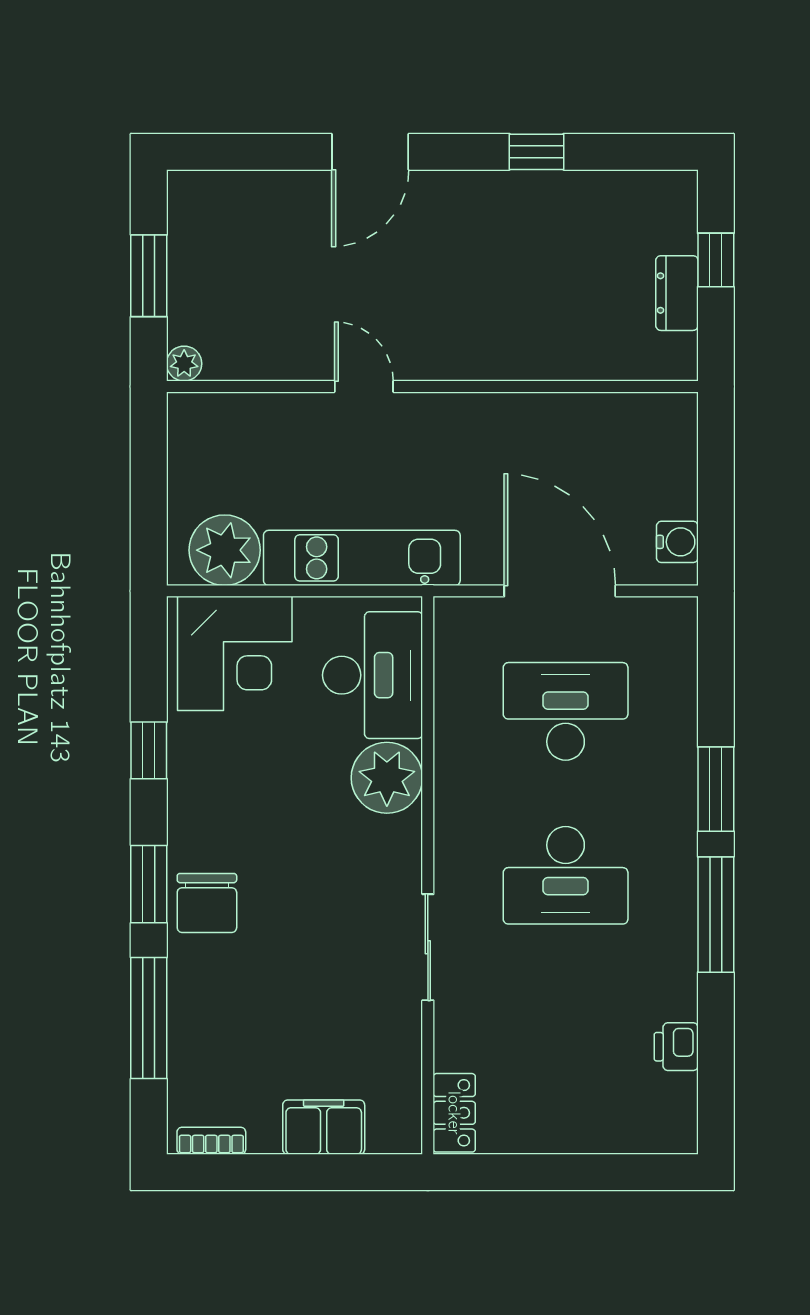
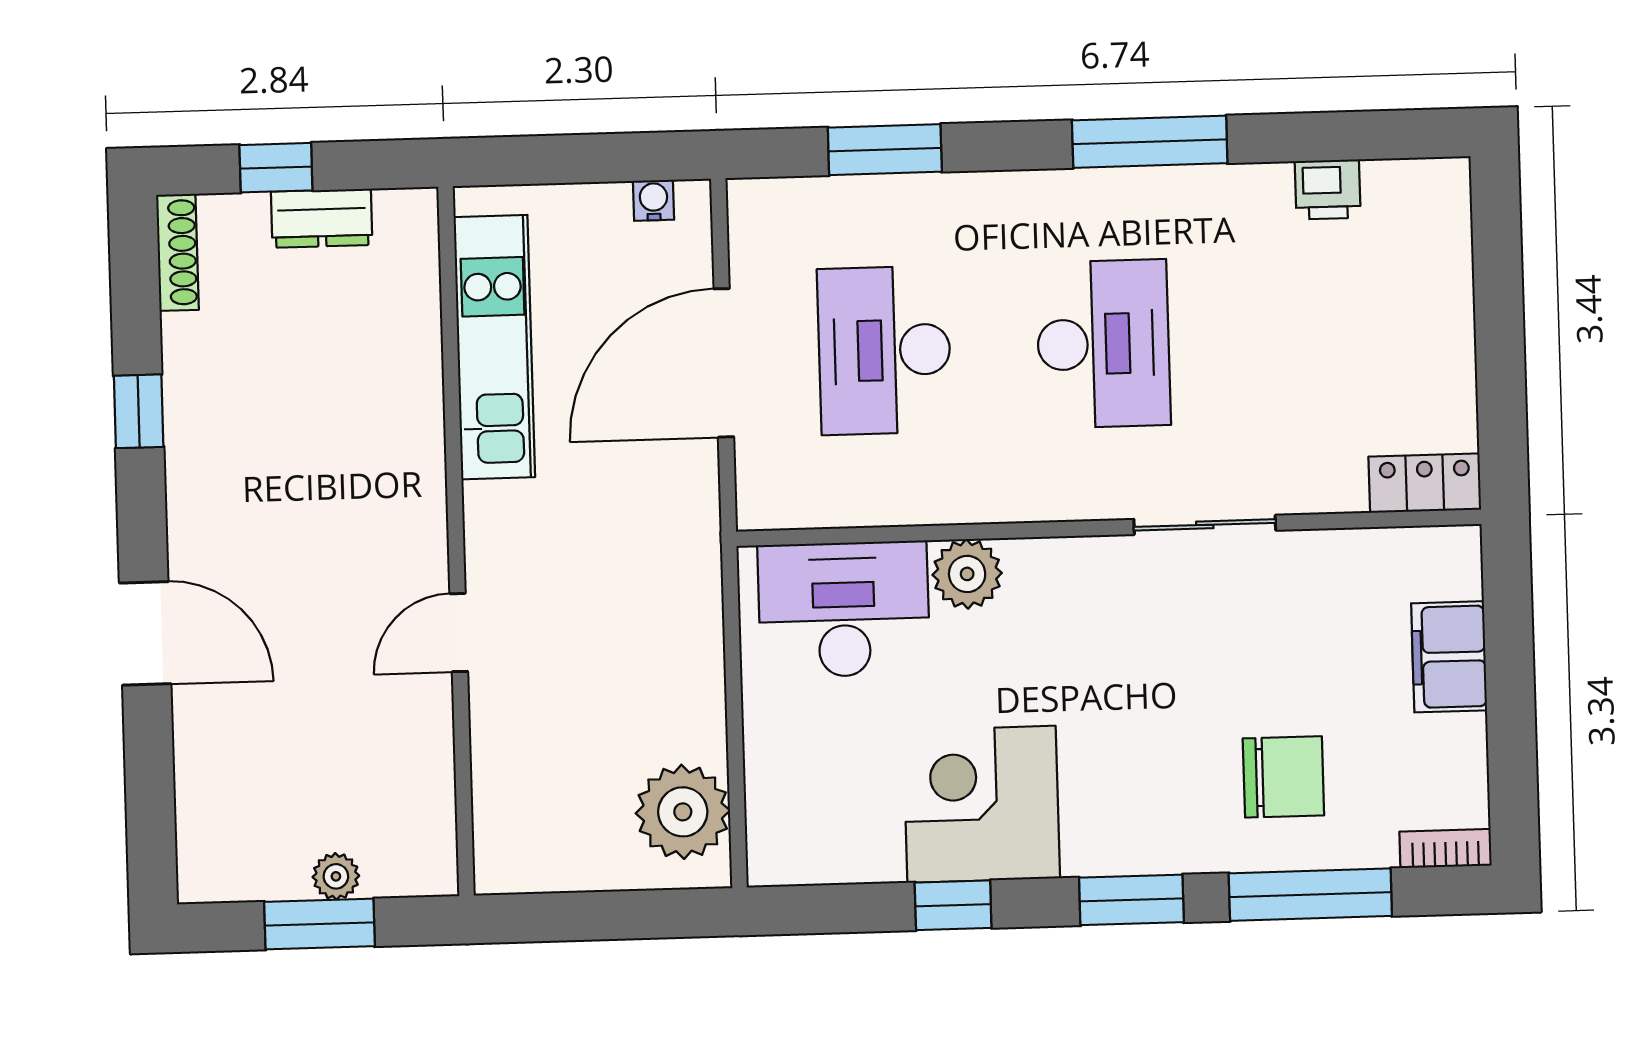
shoe rack: (655, 184) -> (177, 252), added
plant: (184, 364) -> (336, 876), moved
water cooler: (677, 542) -> (654, 200), width x0.72, depth x0.72
kitchen unit: (362, 558) -> (494, 347), moved, turned 180
corner desk: (235, 653) -> (981, 804), moved, turned -90
plant: (387, 778) -> (967, 574), width x0.73, depth x0.73
window: (716, 789) -> (885, 150), moved
chair: (207, 903) -> (1283, 777), moved
bookcase: (211, 1141) -> (1445, 849), moved, turned 90

